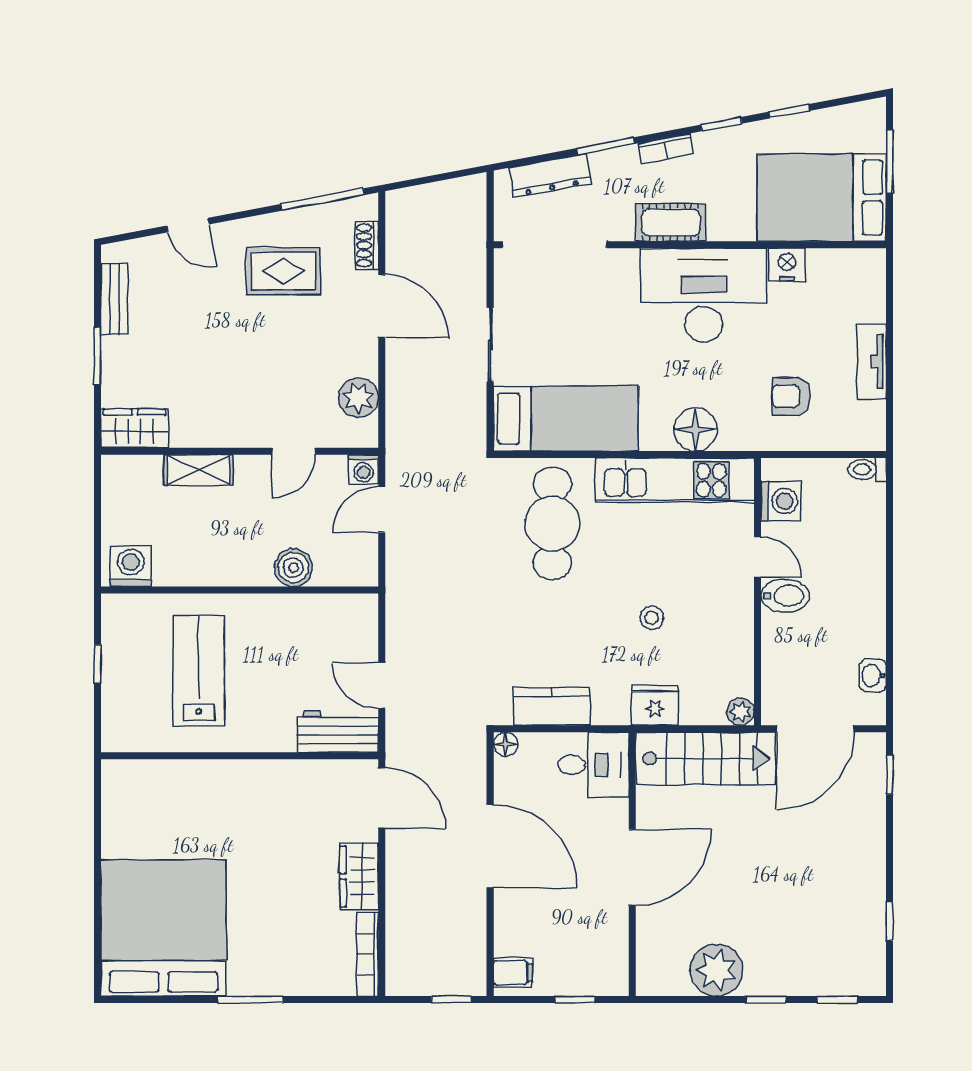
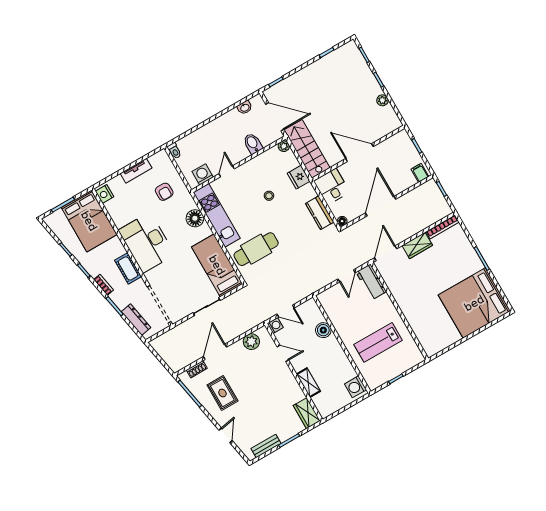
nightstand: (787, 265) -> (105, 194), moved
bidet: (785, 596) -> (253, 143), moved
plant: (716, 970) -> (382, 100), width x0.53, depth x0.53

